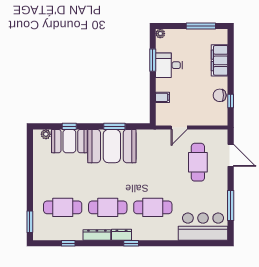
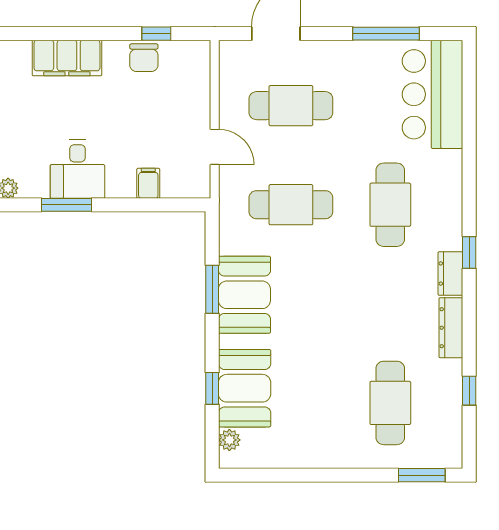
booth: (112, 146) -> (244, 295), width x0.73, depth x0.70
cafe table: (108, 207) -> (291, 205), moved, turned 90

